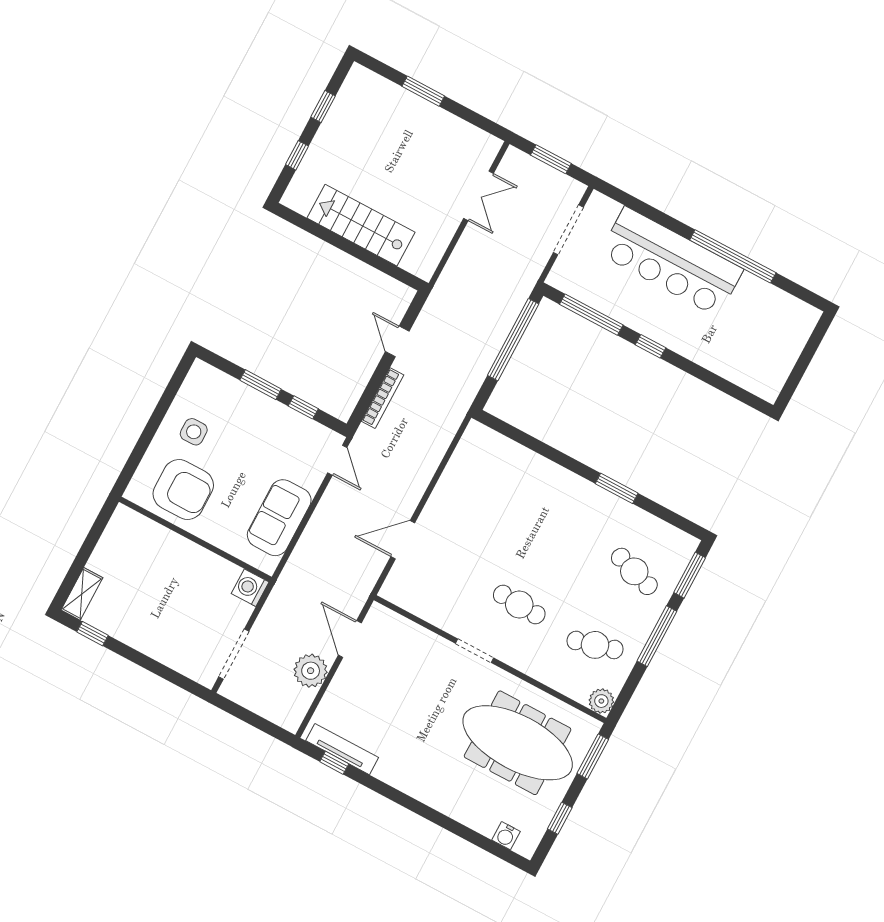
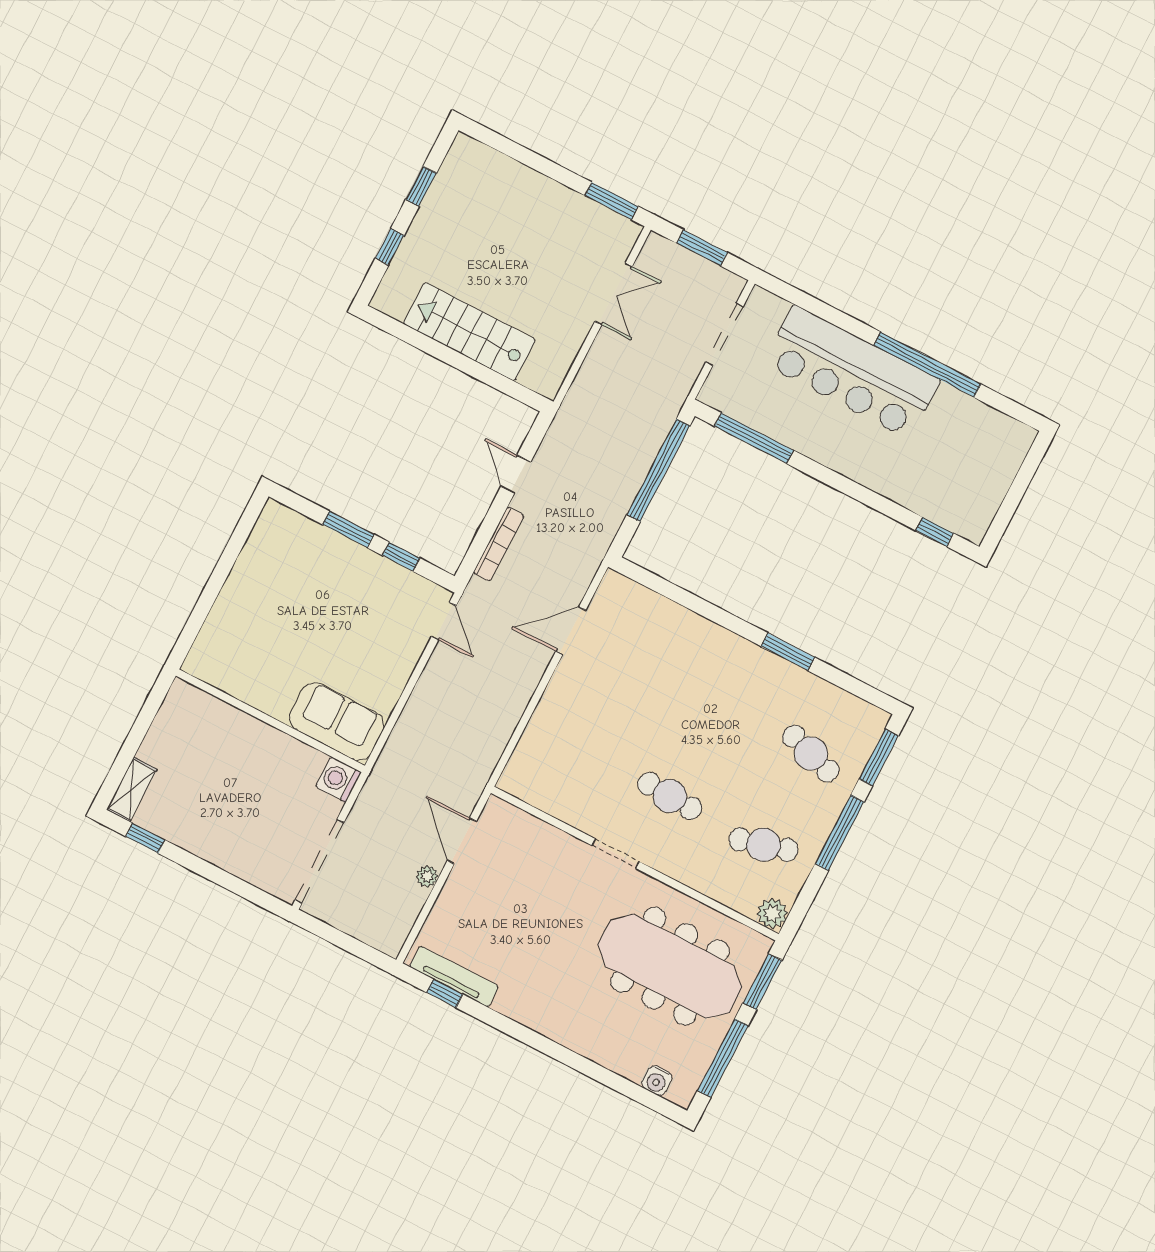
window: (423, 91) -> (612, 201), moved
window: (651, 346) -> (935, 532), moved
side table: (194, 432) -> (267, 588), removed
armchair: (183, 490) -> (255, 660), removed
sofa: (279, 518) -> (337, 722), moved, turned 90
door: (403, 540) -> (571, 631), moved
doorway: (234, 654) -> (319, 861), width x1.36
plant: (311, 671) -> (427, 876), width x0.53, depth x0.53
window: (560, 818) -> (723, 1058), width x2.17

